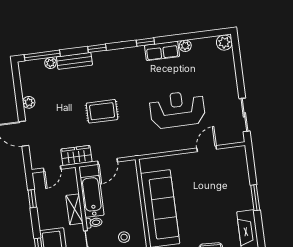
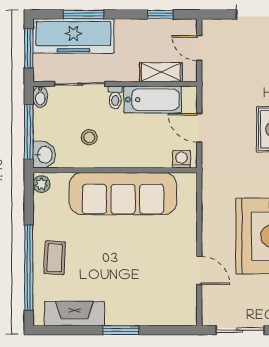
wardrobe: (76, 155) -> (213, 85), removed
washing machine: (131, 171) -> (182, 159), added
shelving: (74, 209) -> (161, 72), moved

